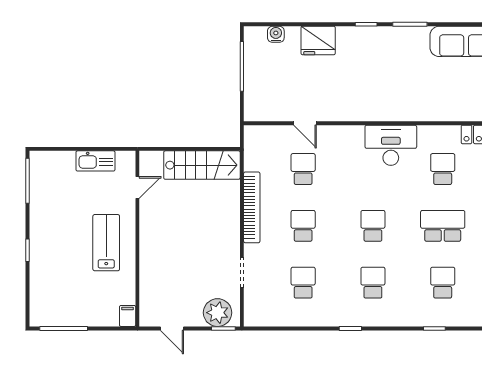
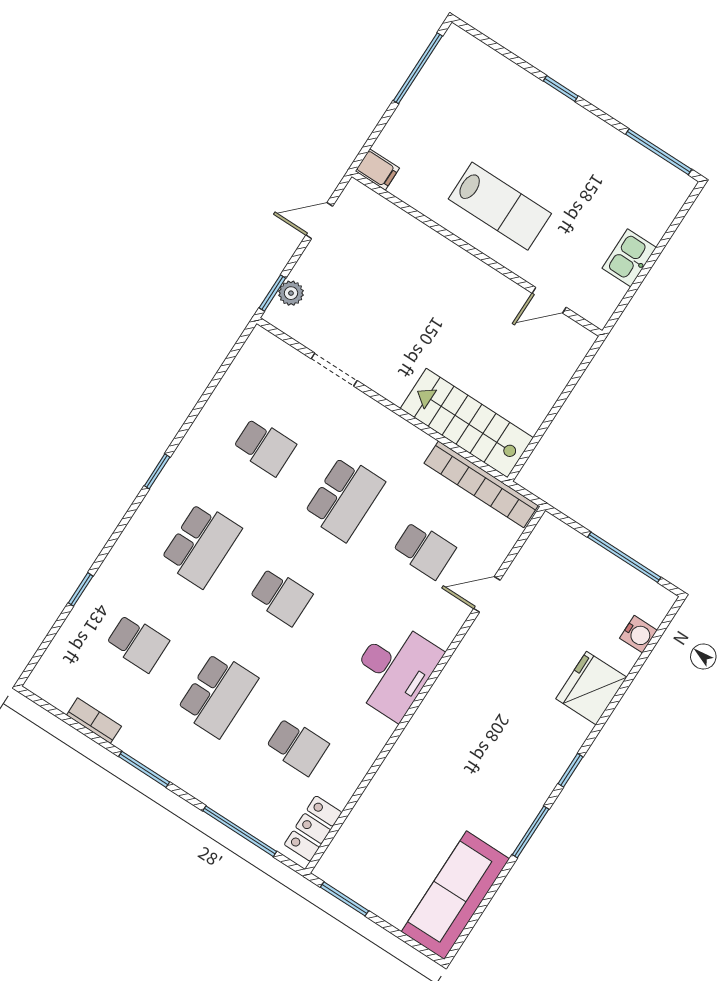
desk: (391, 145) -> (394, 670), moved
kitchen sink: (95, 161) -> (629, 258), width x0.73
stairs: (202, 165) -> (467, 423), moved, turned 90
door: (137, 187) -> (549, 300), hinge flipped
bookcase: (252, 207) -> (481, 484), moved
school desk: (303, 226) -> (344, 498), width x1.85
school desk: (373, 283) -> (201, 545), width x1.85
plant: (218, 313) -> (291, 293), width x0.53, depth x0.53

